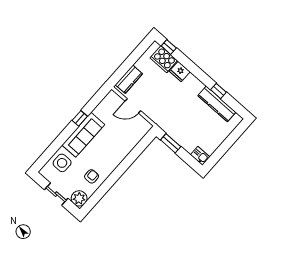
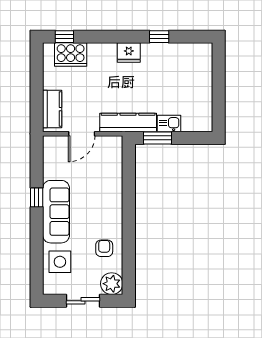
fridge: (180, 71) -> (129, 53), moved
kitchen counter: (217, 104) -> (128, 122), moved, turned 180
kitchen sink: (200, 156) -> (169, 124), moved

